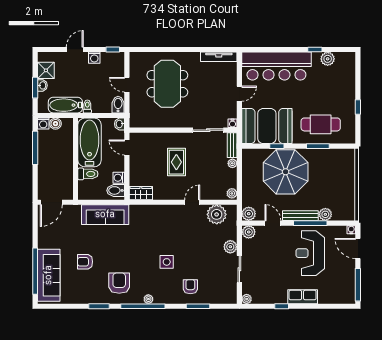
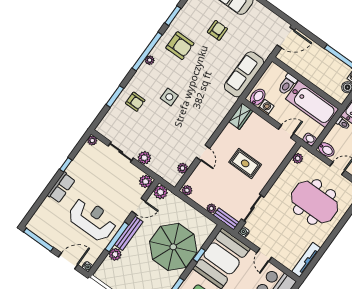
plant: (142, 123) -> (298, 158), added
door: (51, 202) -> (286, 38), swing flipped
plant: (217, 214) -> (183, 168), width x0.53, depth x0.53

